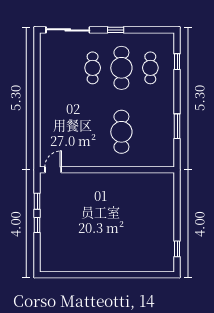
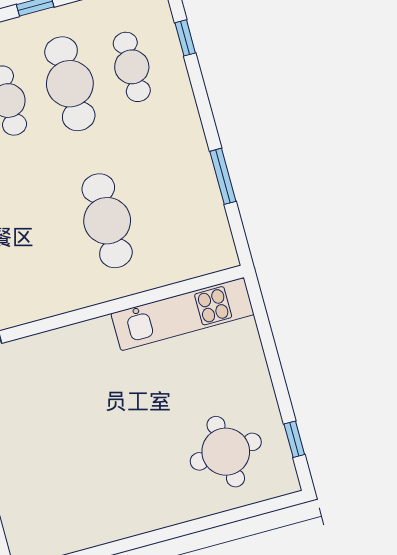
kitchen unit: (143, 181) -> (183, 314), added
round table: (146, 246) -> (226, 452), added

